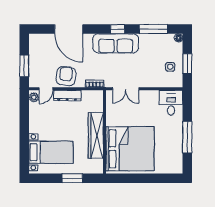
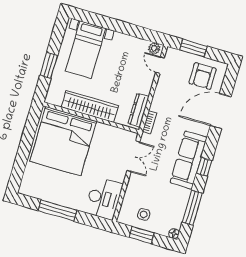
armchair: (66, 76) -> (203, 76), moved, turned 84
double door: (126, 89) -> (133, 156), swing flipped
dresser: (67, 95) -> (139, 110), moved
desk: (171, 103) -> (104, 198), width x1.37

